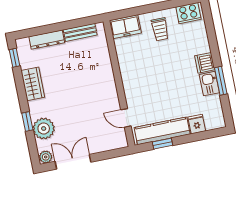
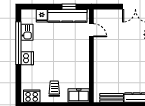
window: (221, 81) -> (18, 43), width x2.11
kitchen sink: (209, 84) -> (27, 32), moved

